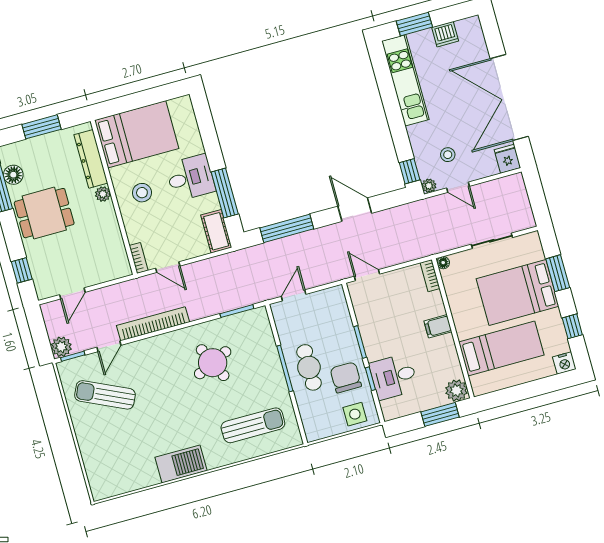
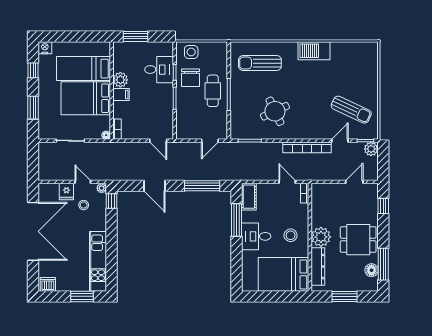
dishwasher: (445, 34) -> (48, 284), moved
fridge: (507, 159) -> (66, 192), moved
plant: (103, 194) -> (321, 237), width x1.88, depth x1.88
bed: (518, 293) -> (86, 98), moved, turned 180
plant: (456, 390) -> (120, 80), moved

